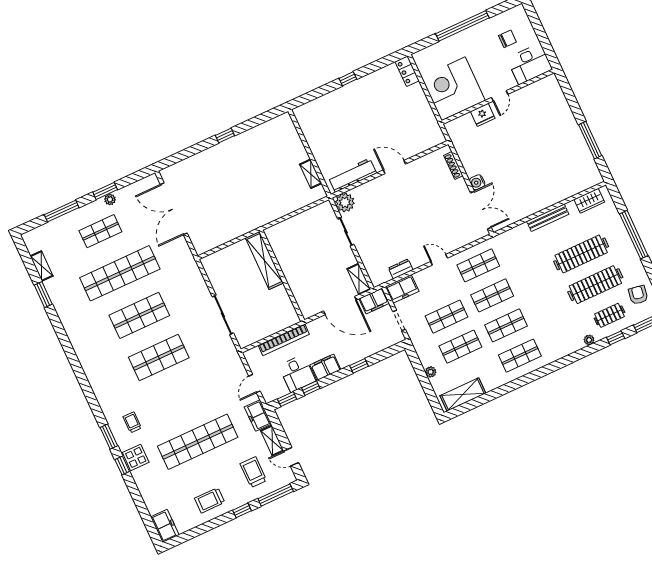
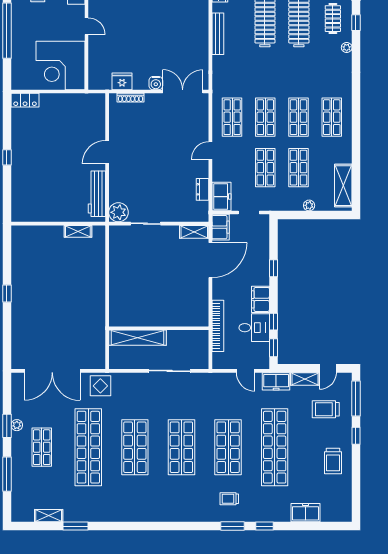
fridge: (483, 115) -> (122, 81), moved, turned -90
shelving: (264, 261) -> (137, 338), moved
wall: (282, 276) -> (159, 328), moved
shop shelf: (178, 400) -> (228, 447), added
display table: (136, 457) -> (100, 386), moved
freezer: (165, 526) -> (305, 513), moved

